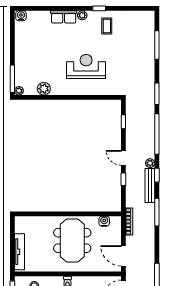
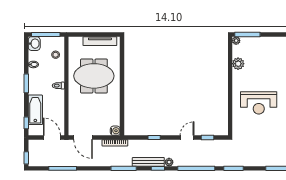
reception desk: (86, 66) -> (259, 103), turned 90
door: (123, 158) -> (187, 137), moved
water cooler: (104, 221) -> (115, 131), moved
meeting table: (72, 240) -> (94, 76), moved
tv unit: (20, 252) -> (100, 41), moved
door: (123, 256) -> (83, 137), swing flipped

